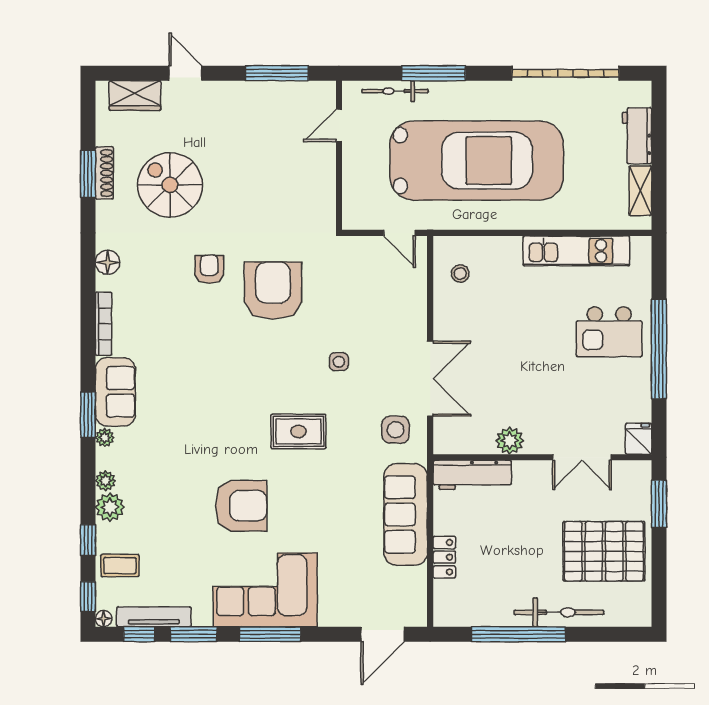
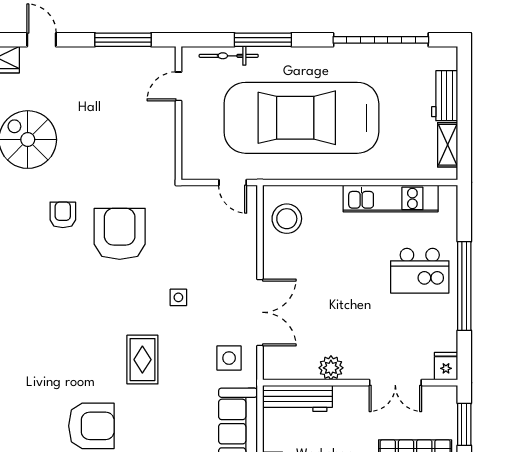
car: (477, 161) -> (301, 118), turned 180
stool: (460, 274) -> (287, 219), width x1.89, depth x1.89
rug: (299, 431) -> (142, 360), turned 90

